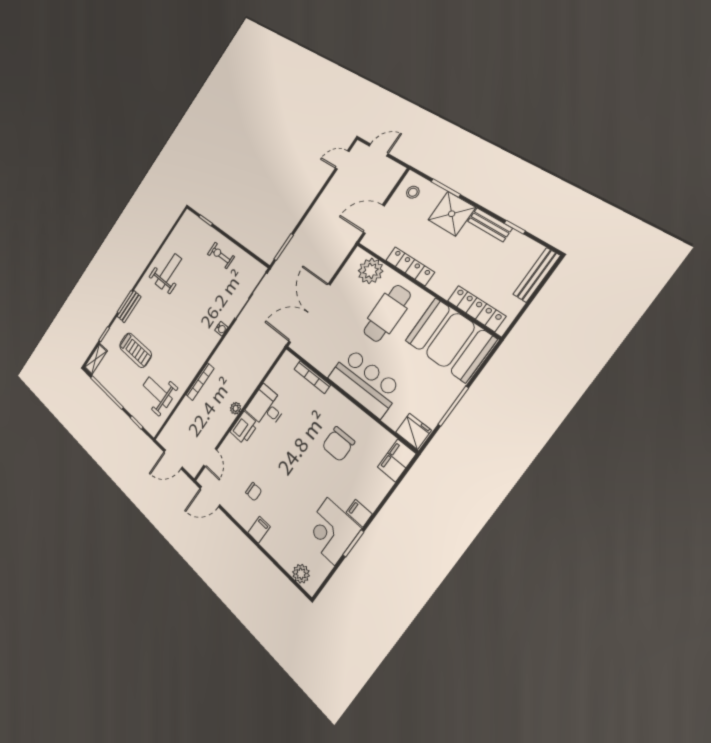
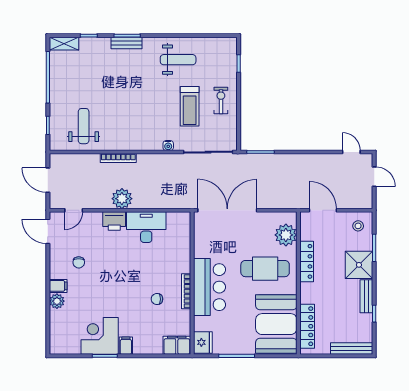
treadmill: (135, 350) -> (190, 106), moved
bookcase: (312, 377) -> (186, 291), moved
desk: (266, 407) -> (146, 227), width x1.37
plant: (236, 408) -> (122, 199), width x1.88, depth x1.88
chair: (338, 444) -> (157, 299), width x0.54, depth x0.54
plant: (301, 574) -> (57, 301), moved

